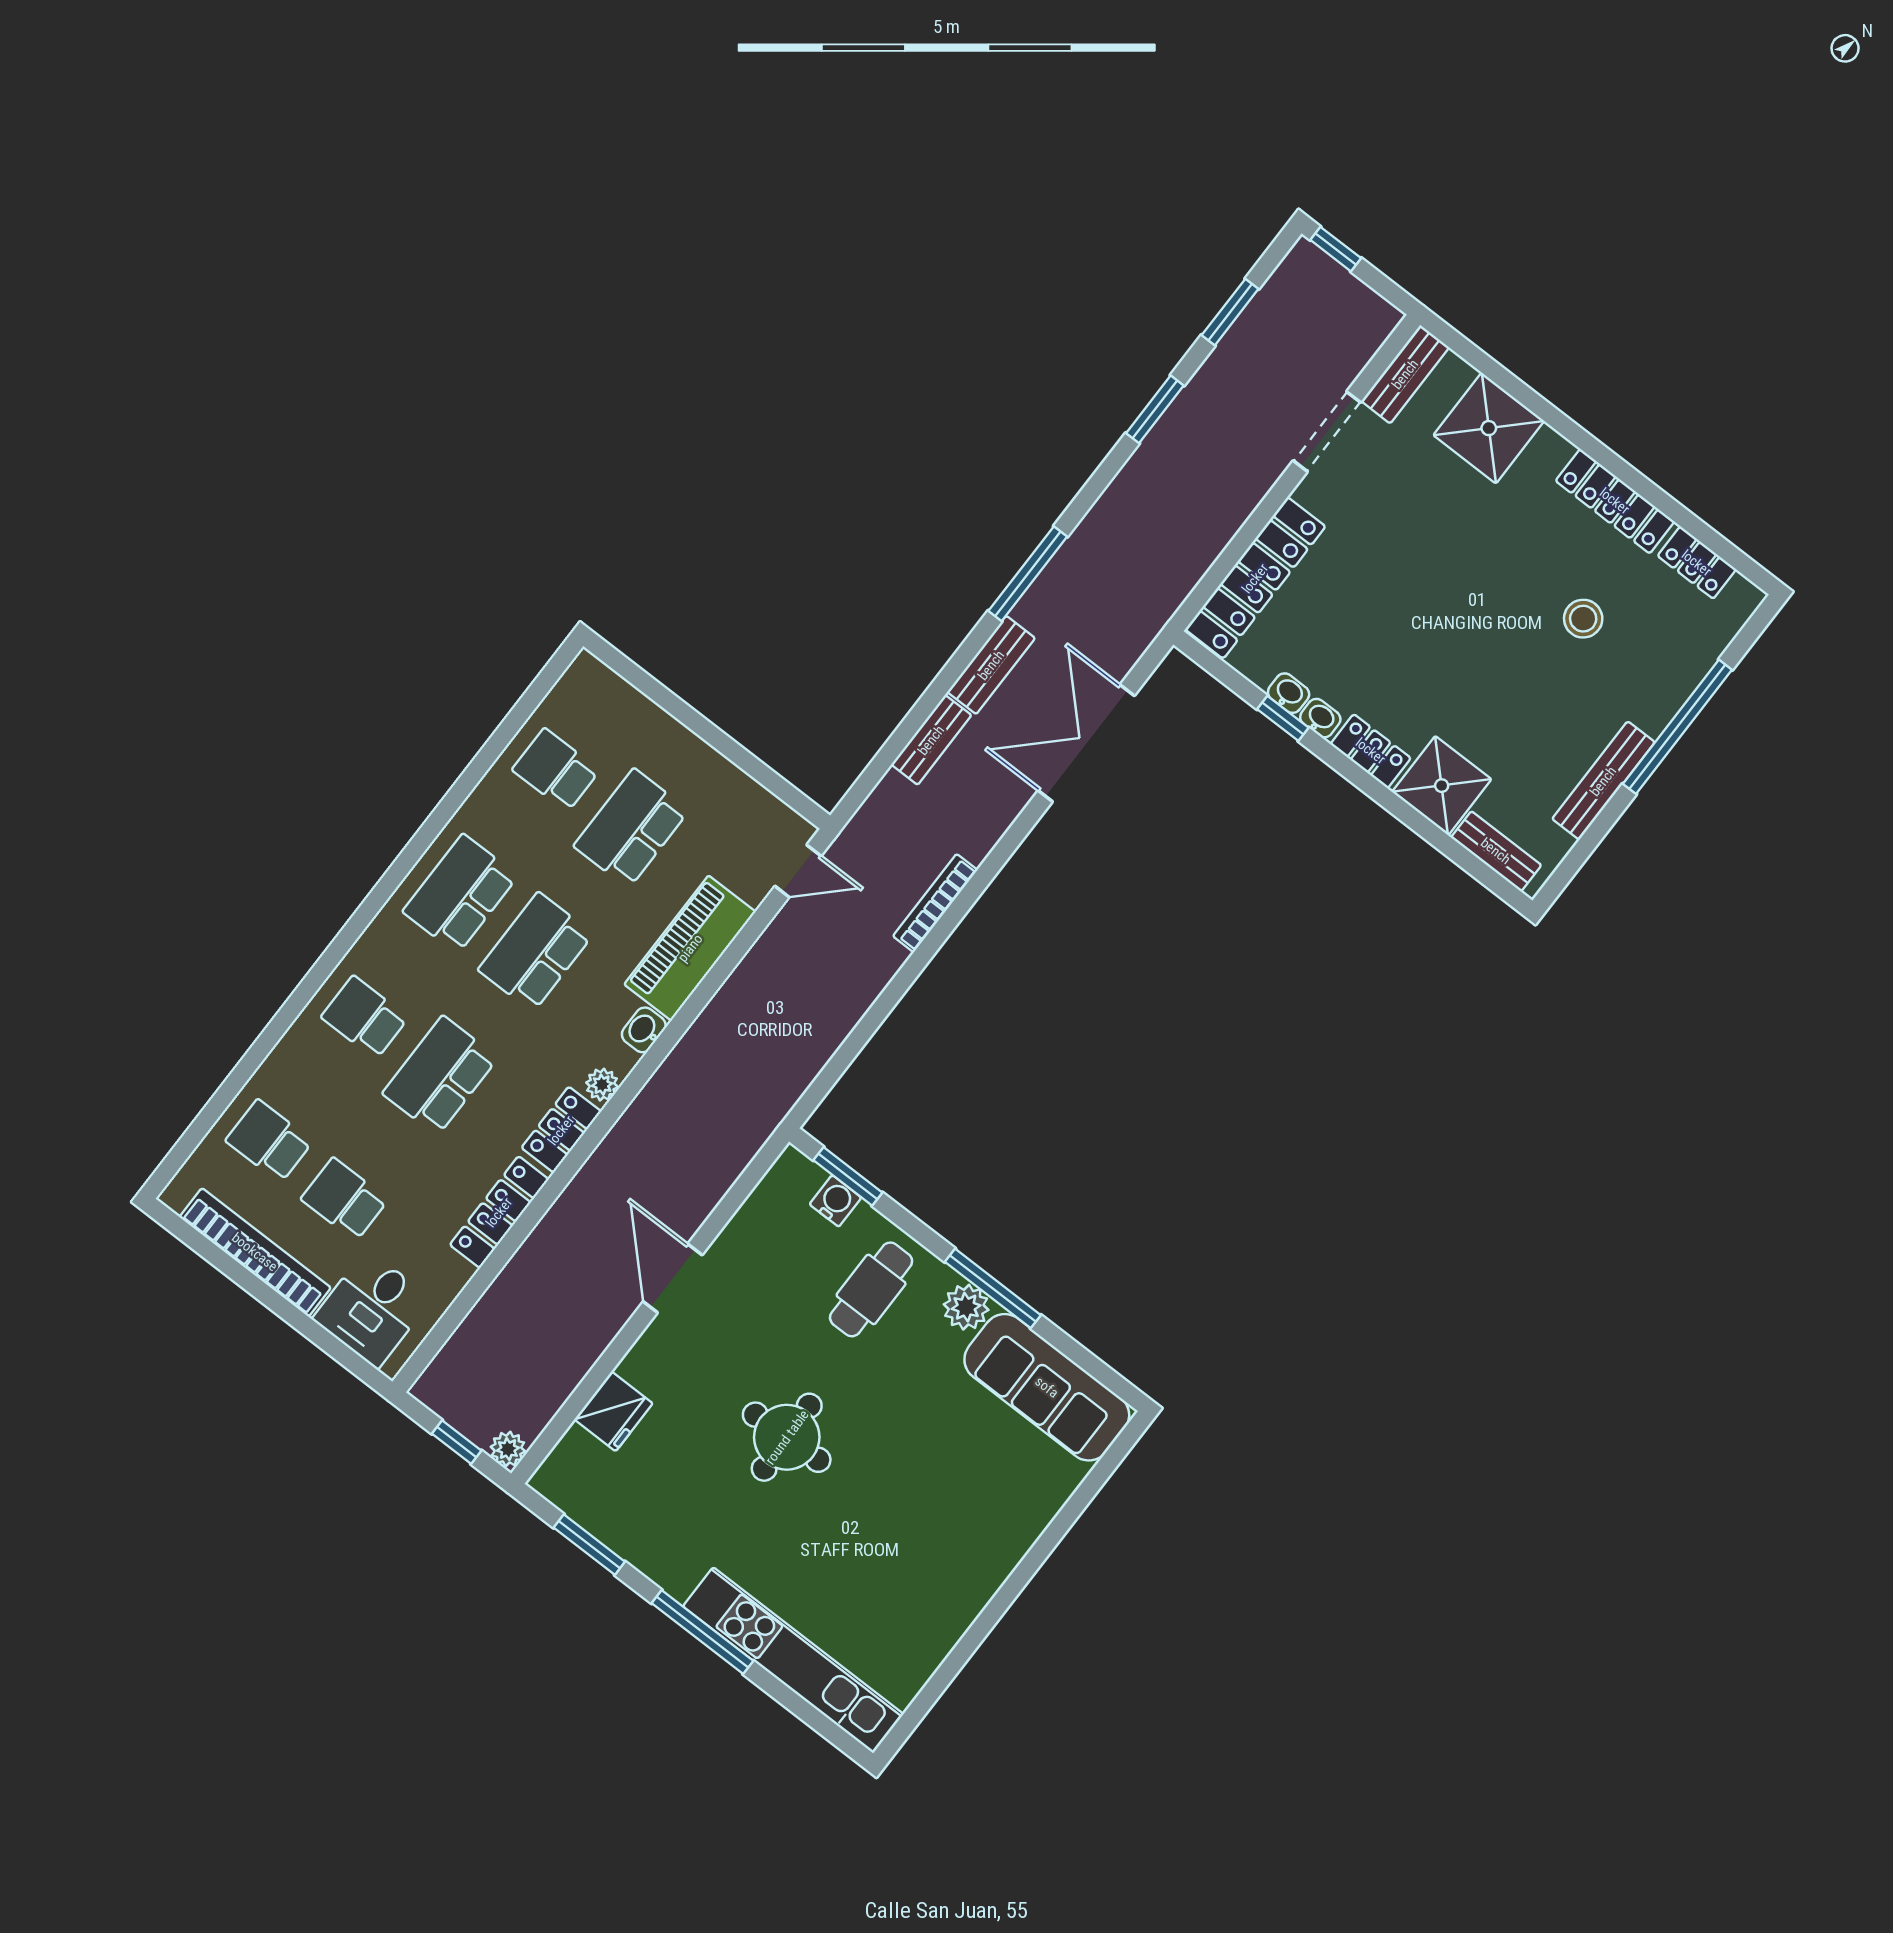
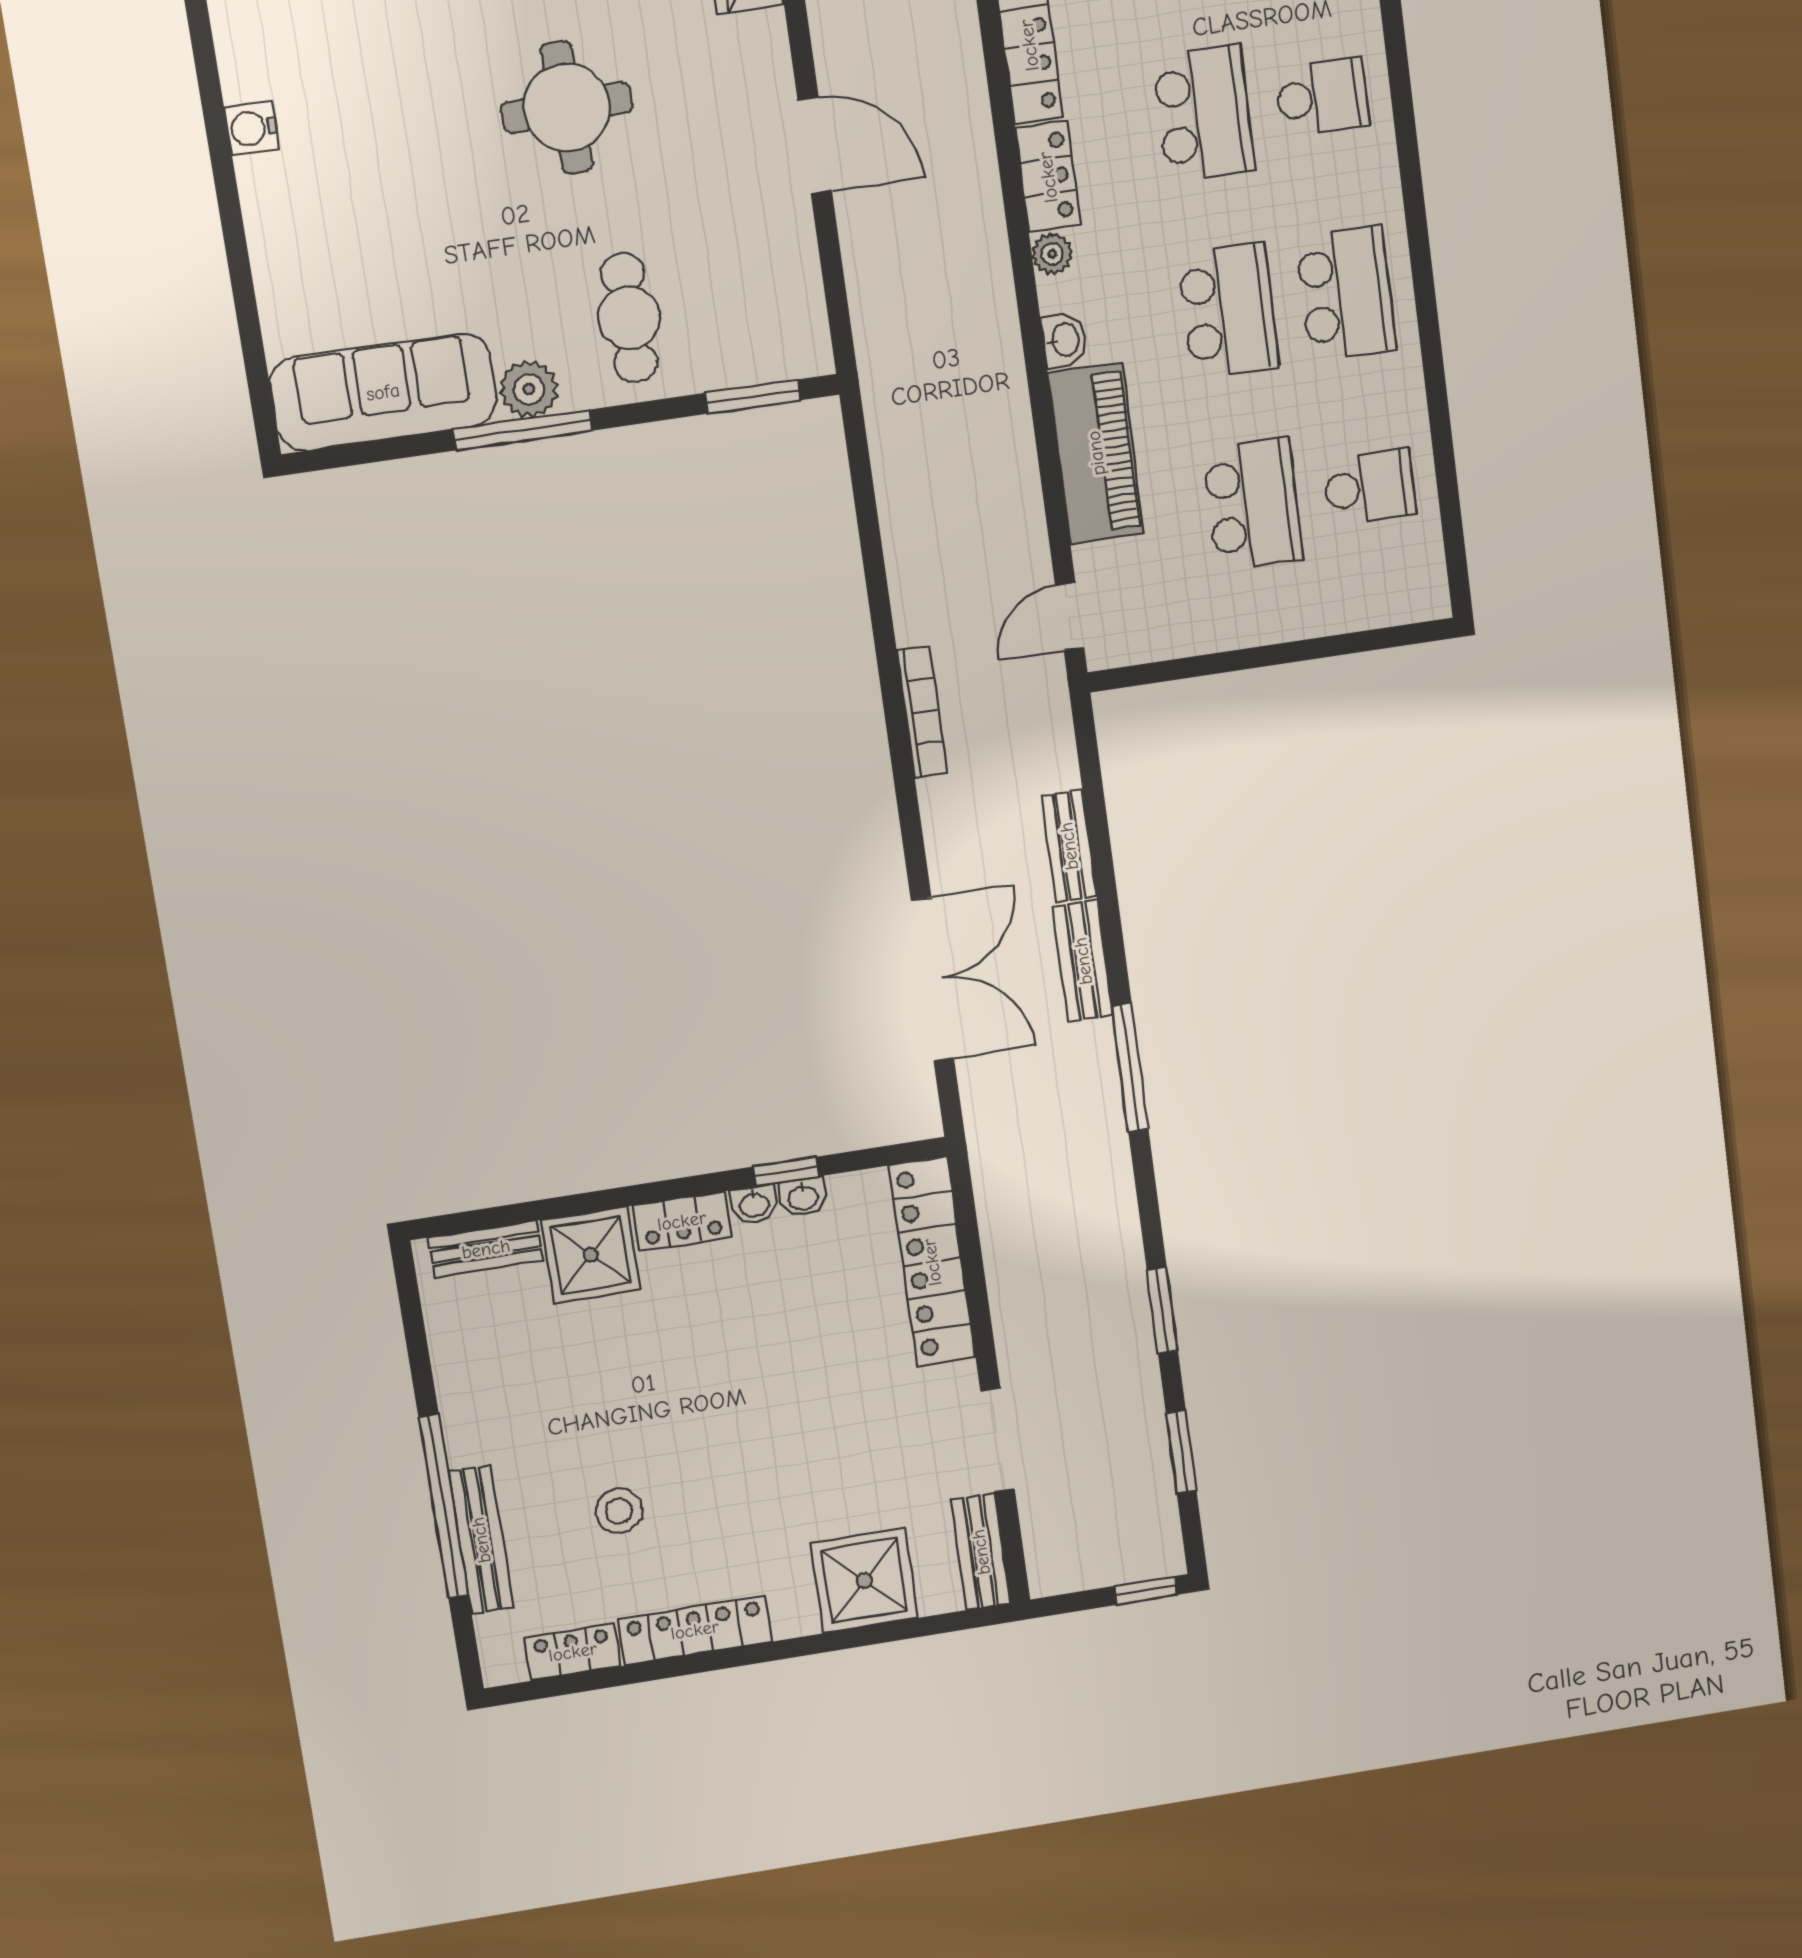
bench: (1603, 781) -> (481, 1540), moved
water cooler: (835, 1201) -> (252, 128), moved, turned 90

